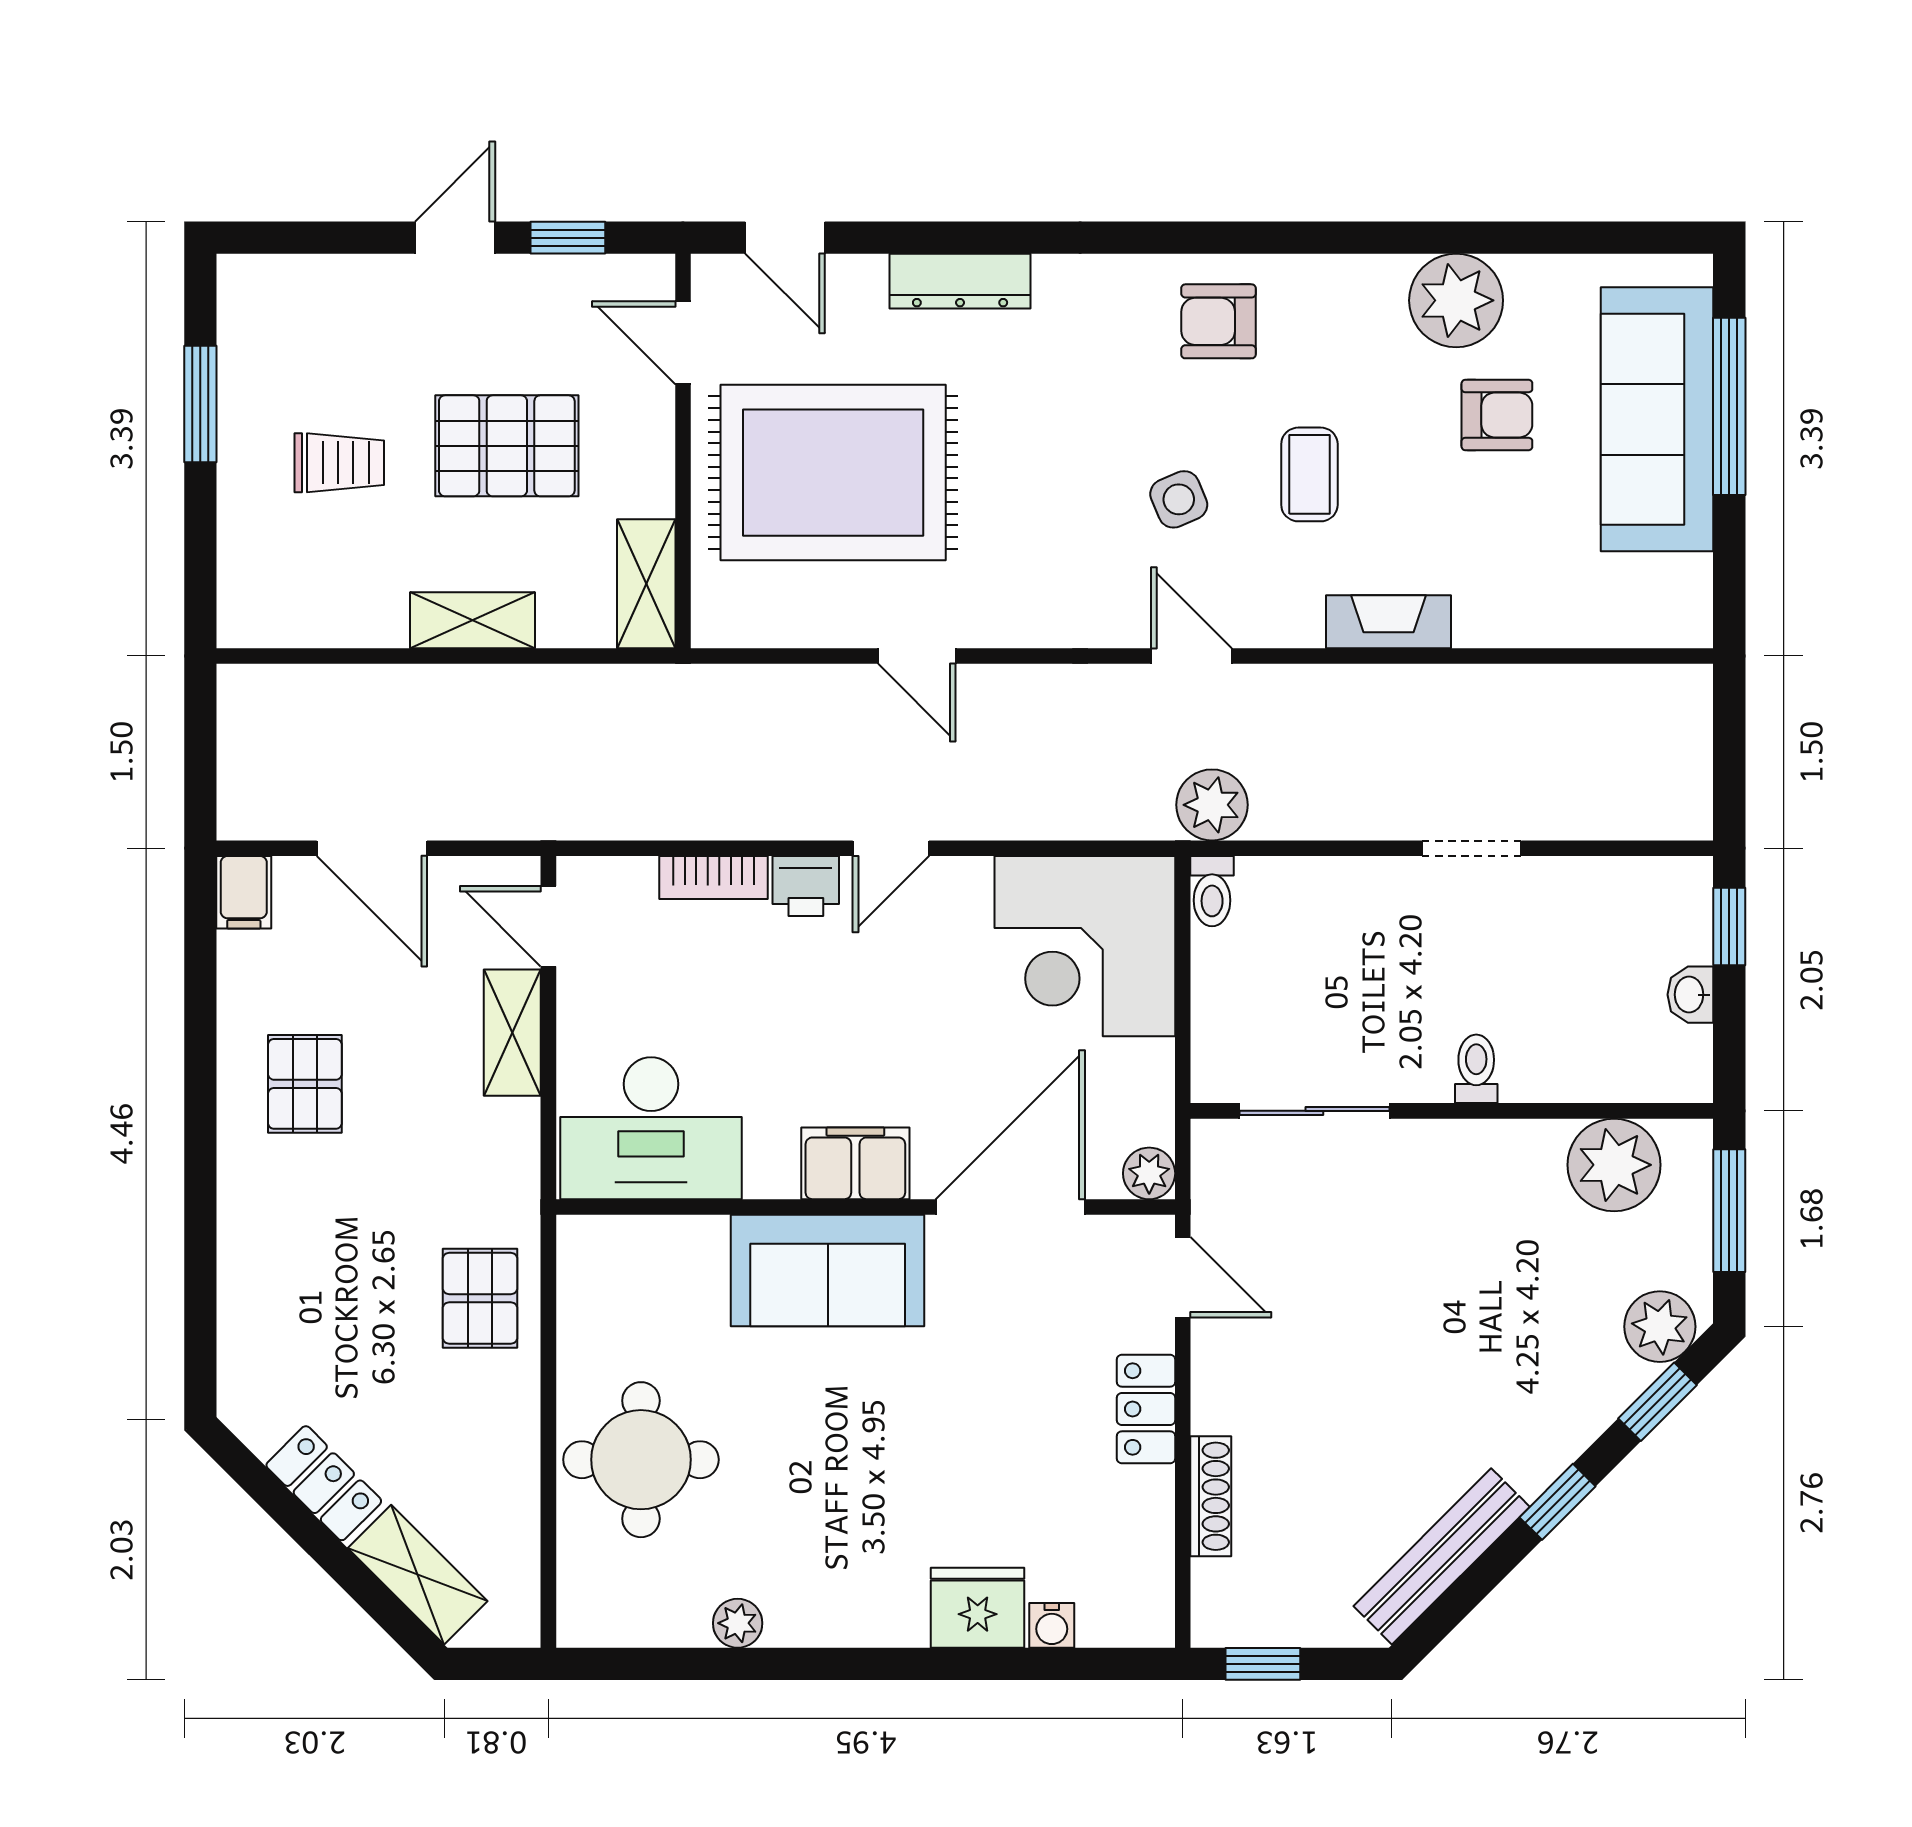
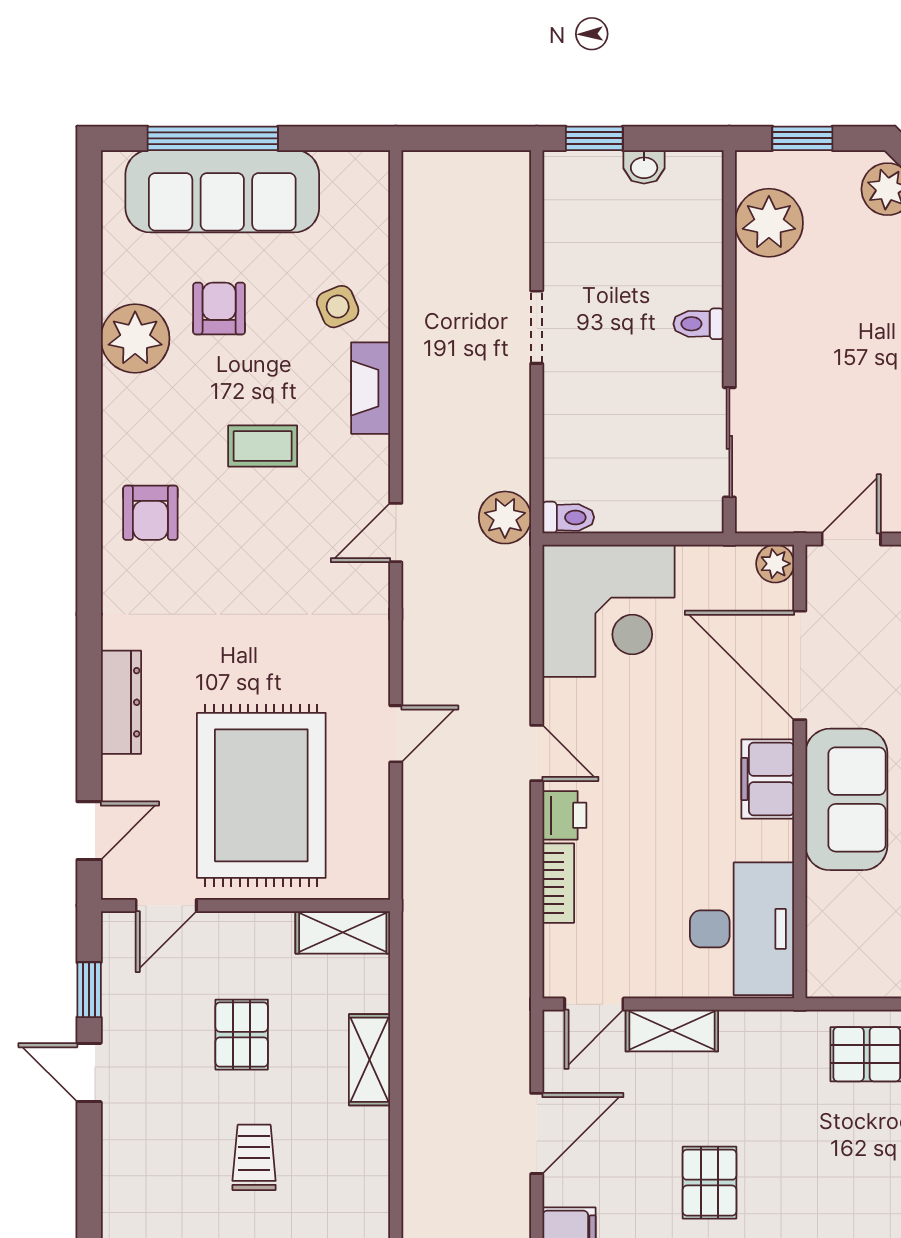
pallet: (507, 446) -> (242, 1035), width x0.67, depth x0.71
side table: (1179, 499) -> (338, 307), moved
pallet: (305, 1084) -> (709, 1183), turned 90
window: (1729, 1211) -> (802, 138), width x0.67

